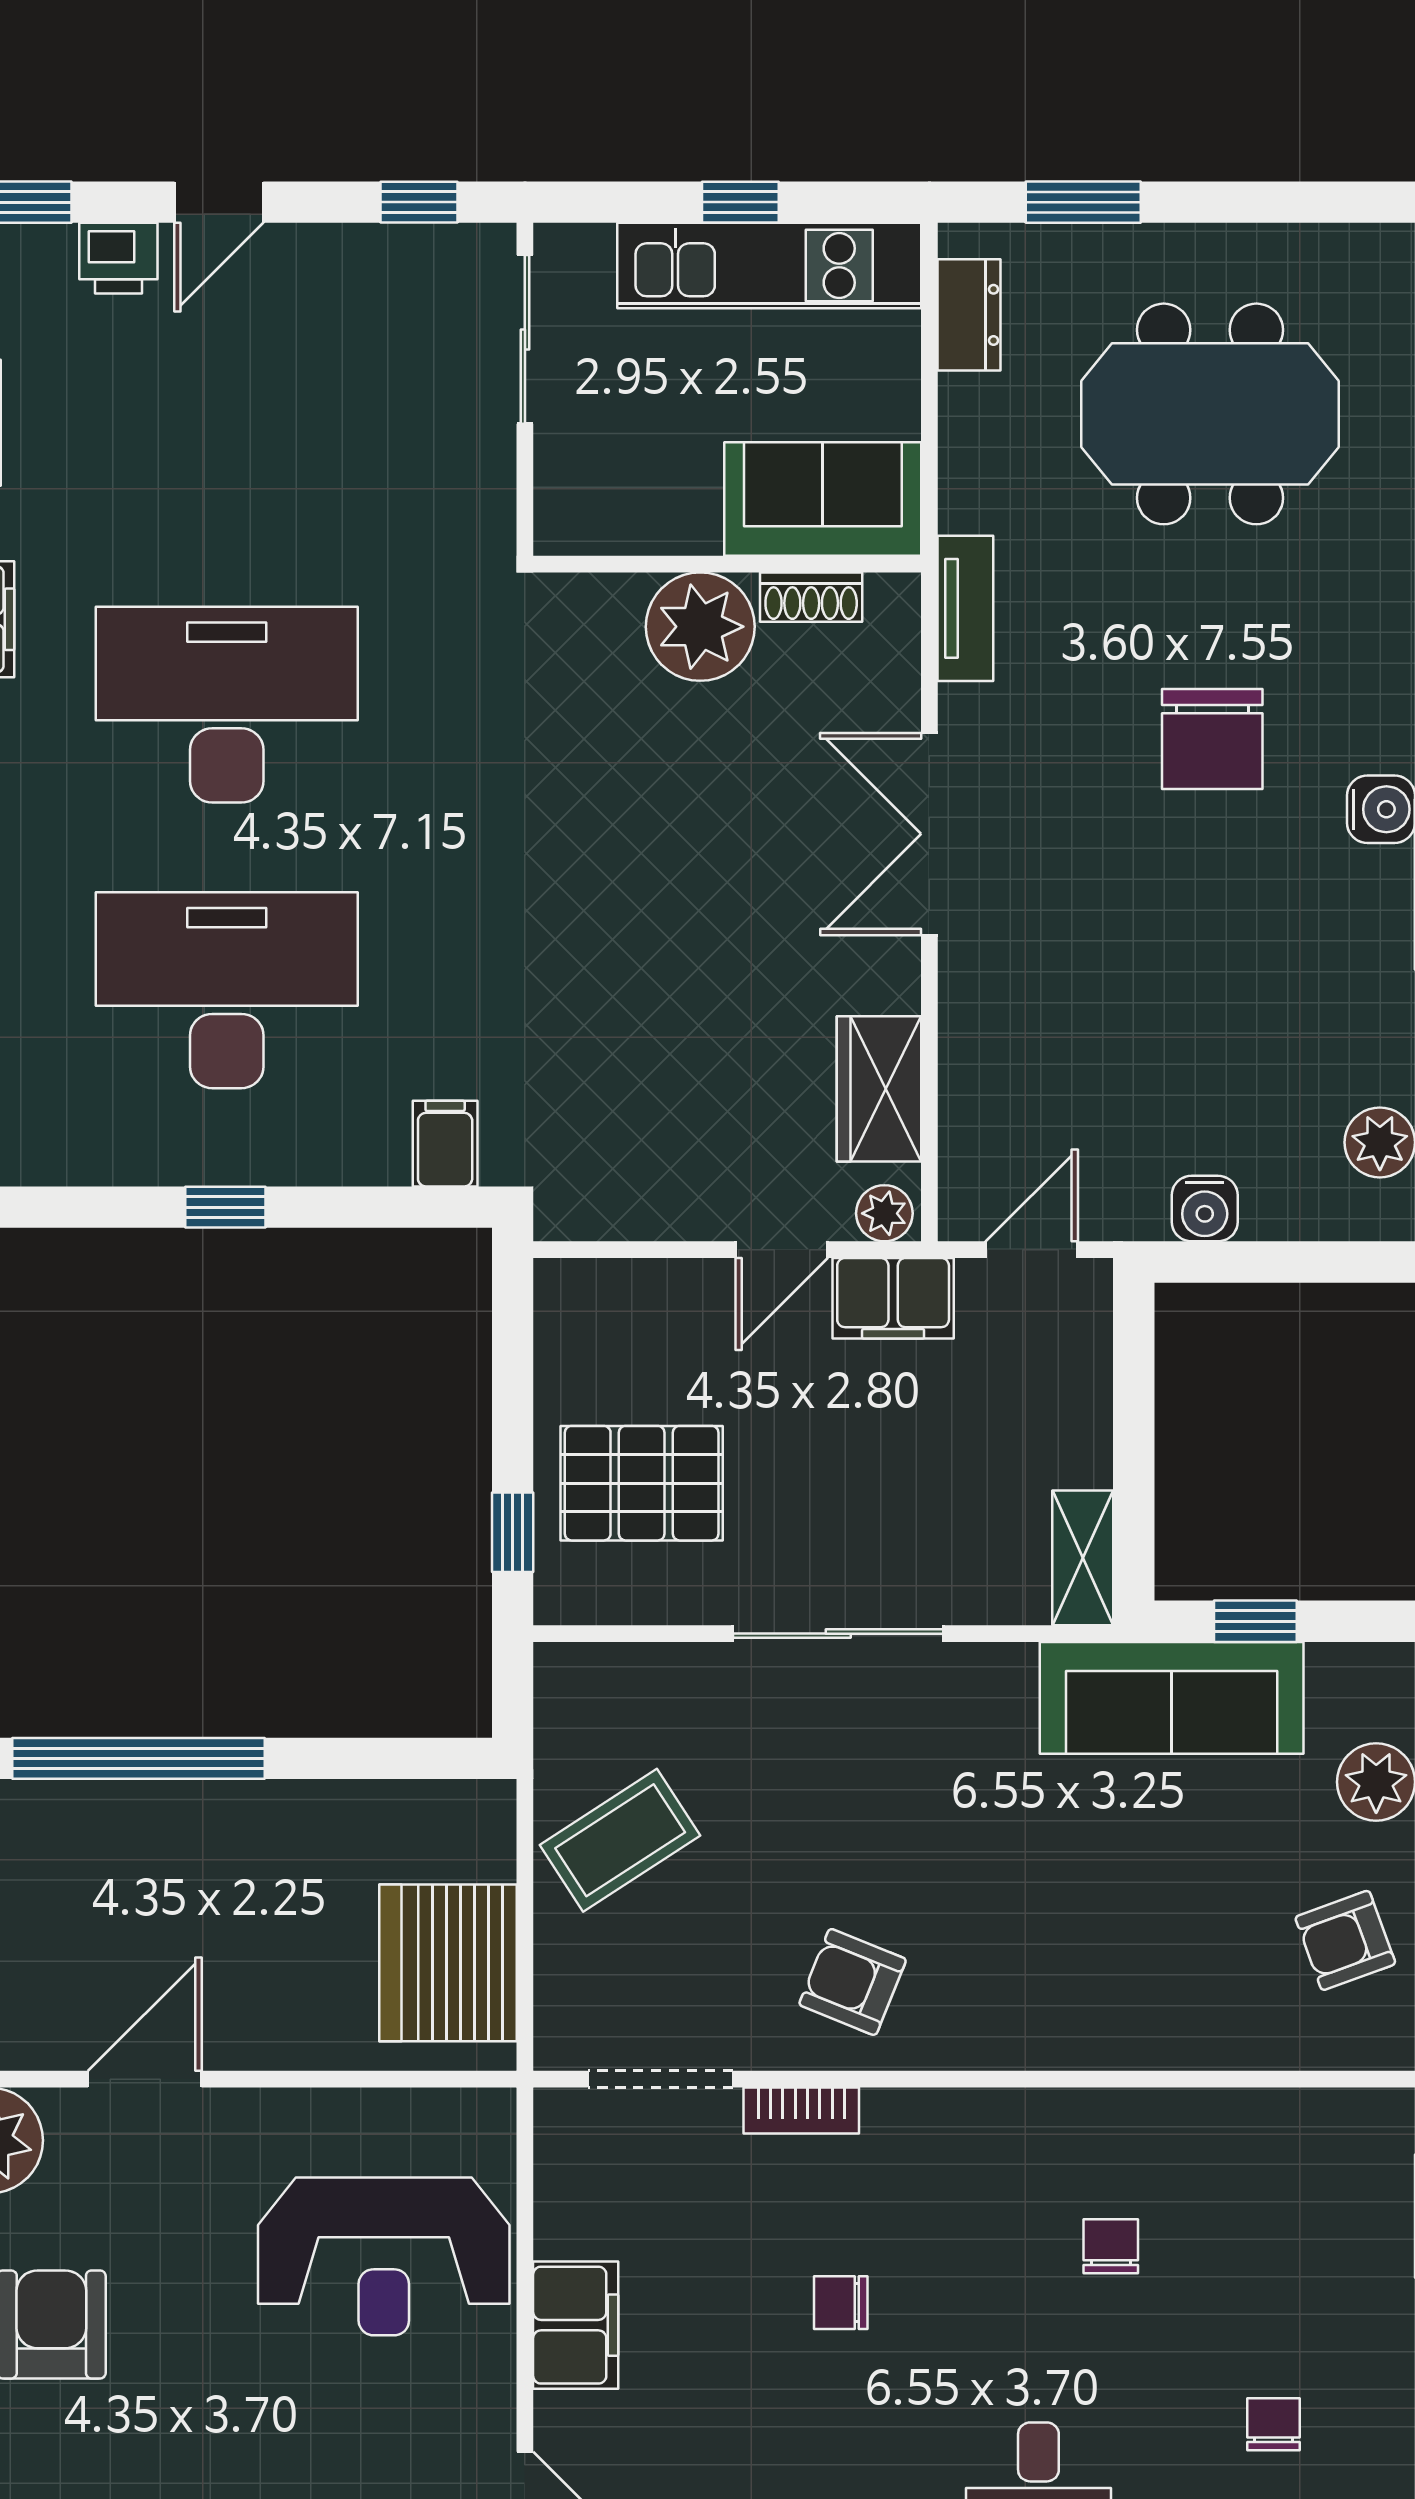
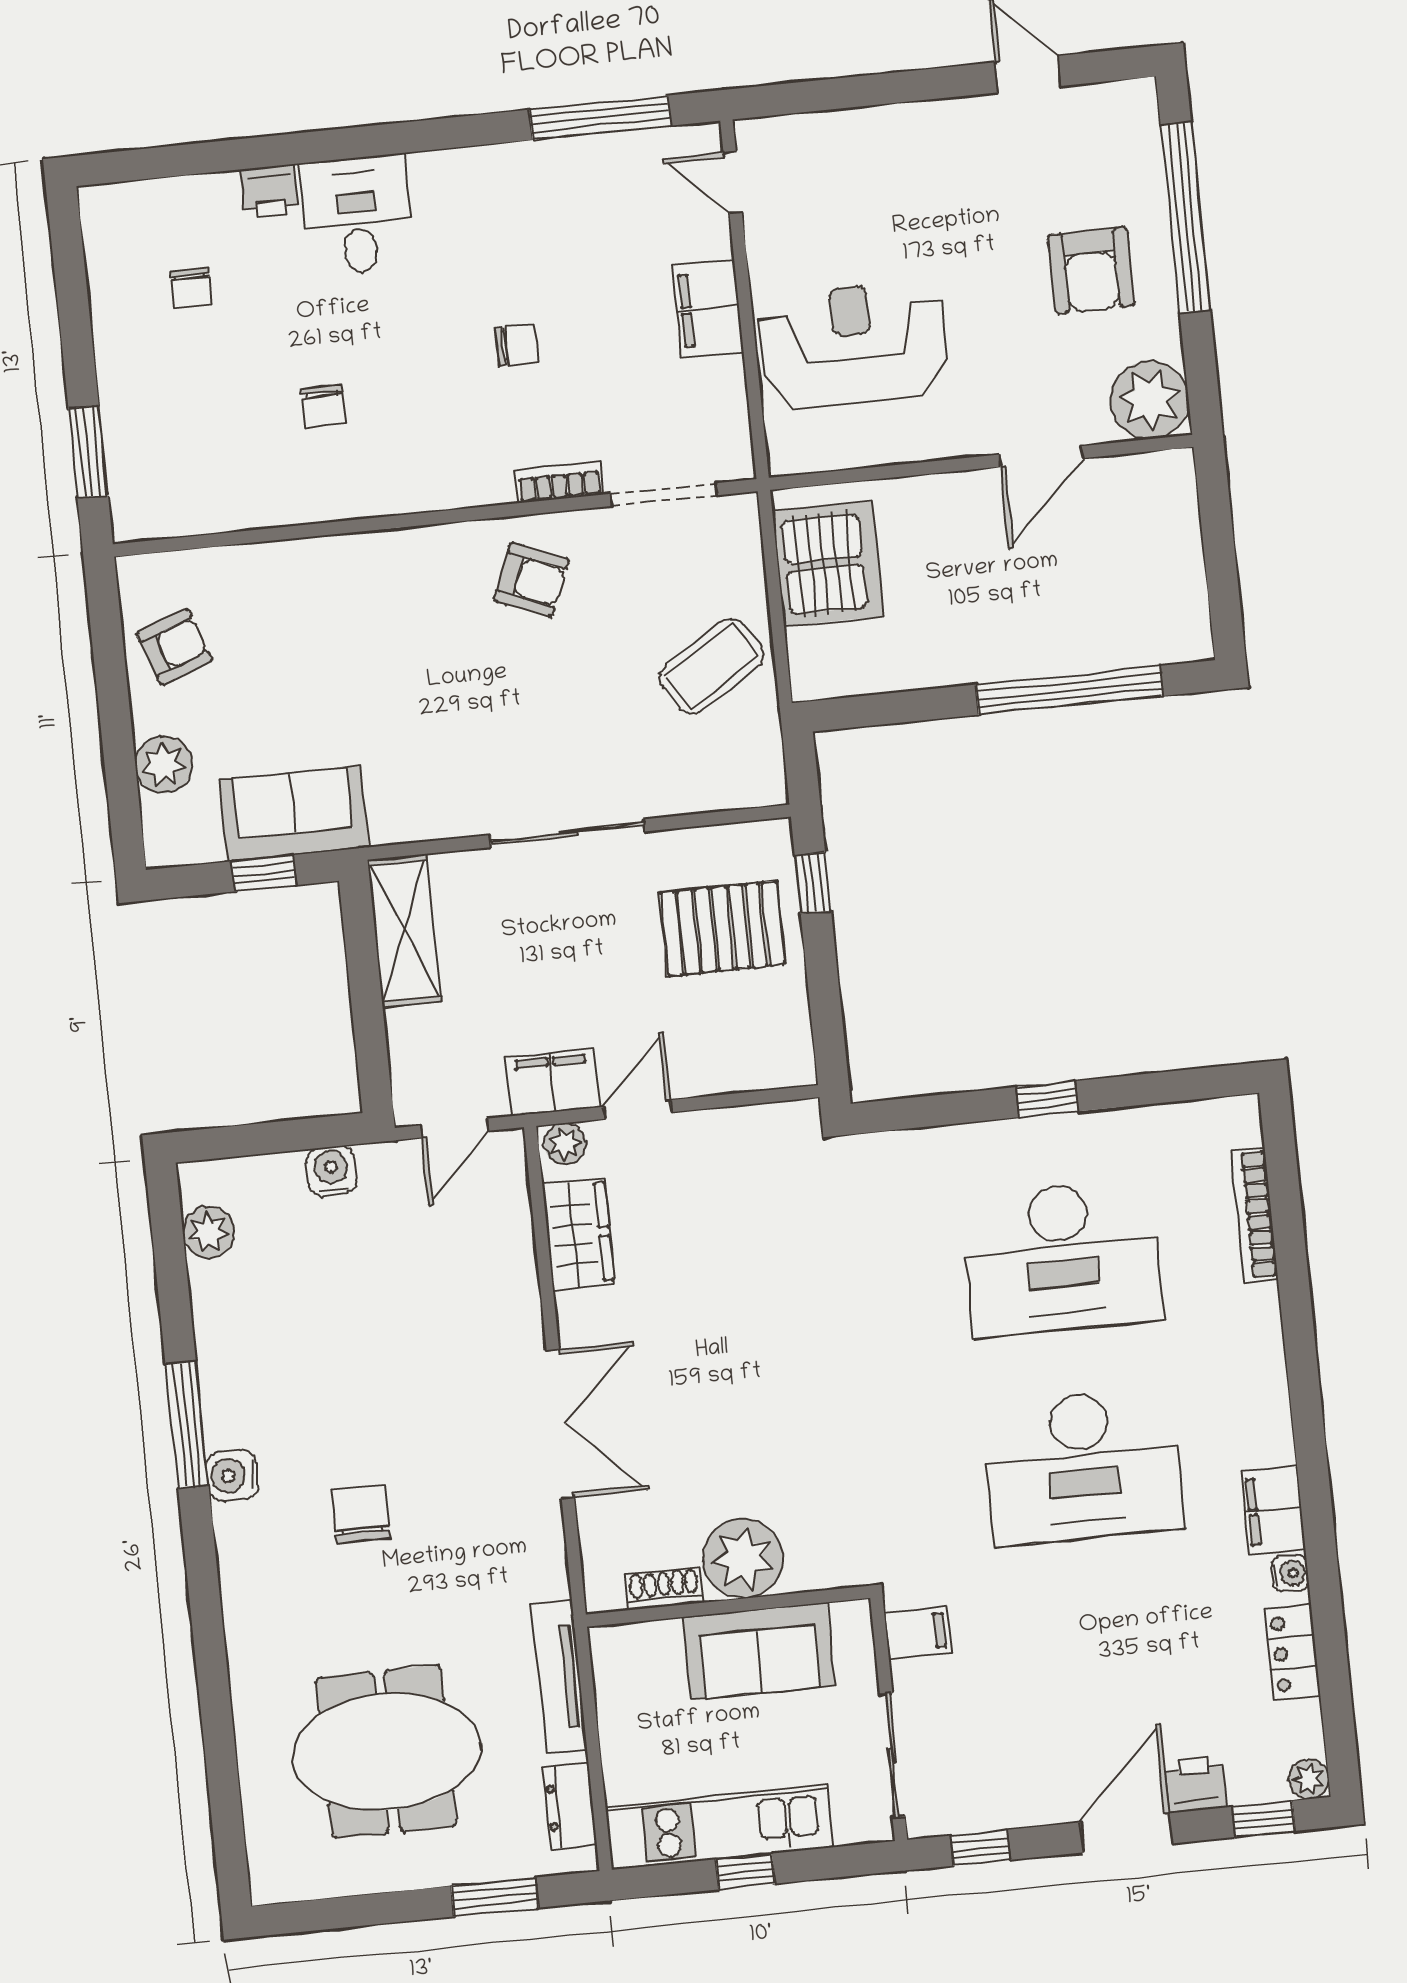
door: (219, 202) -> (1126, 1833), width x1.38
sofa: (823, 499) -> (759, 1651), moved
tv unit: (965, 608) -> (559, 1677), moved, width x1.41
chair: (1212, 739) -> (361, 1514), width x0.73, depth x0.73
filing cabinet: (445, 1144) -> (918, 1632), moved, turned -90
shelving: (1083, 1558) -> (404, 931), width x1.50, depth x1.33
sofa: (1172, 1698) -> (294, 814), width x0.73

